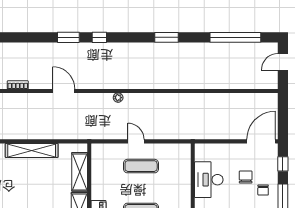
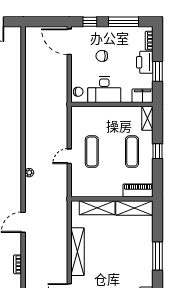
chair: (263, 190) -> (78, 92), moved

